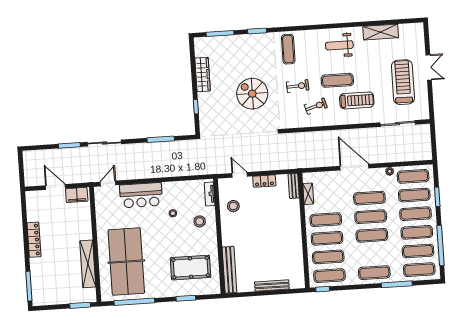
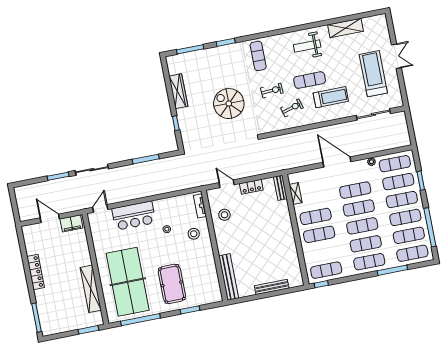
exercise mat: (328, 257) -> (366, 244), moved
pool table: (191, 268) -> (172, 284), moved, turned 90

